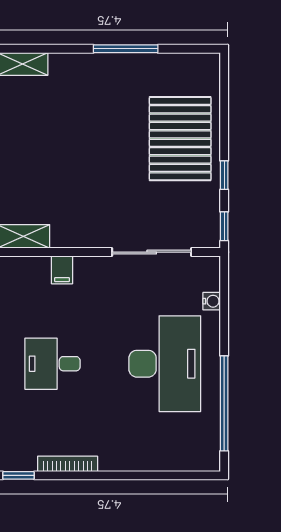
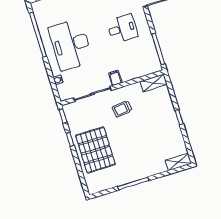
trolley: (102, 204) -> (122, 109), added
filing cabinet: (62, 270) -> (115, 78), moved

